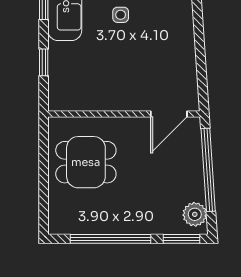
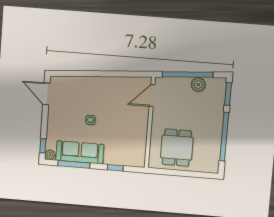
door: (169, 114) -> (152, 96), swing flipped
plant: (195, 214) -> (198, 85), moved

